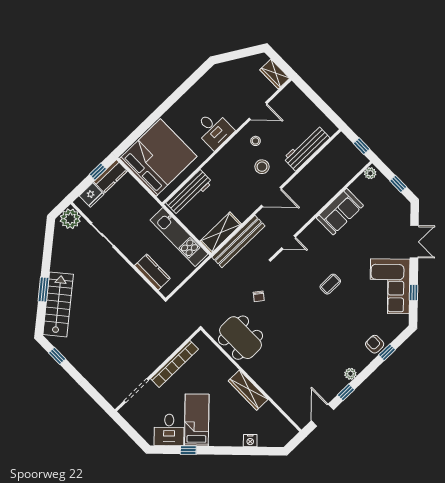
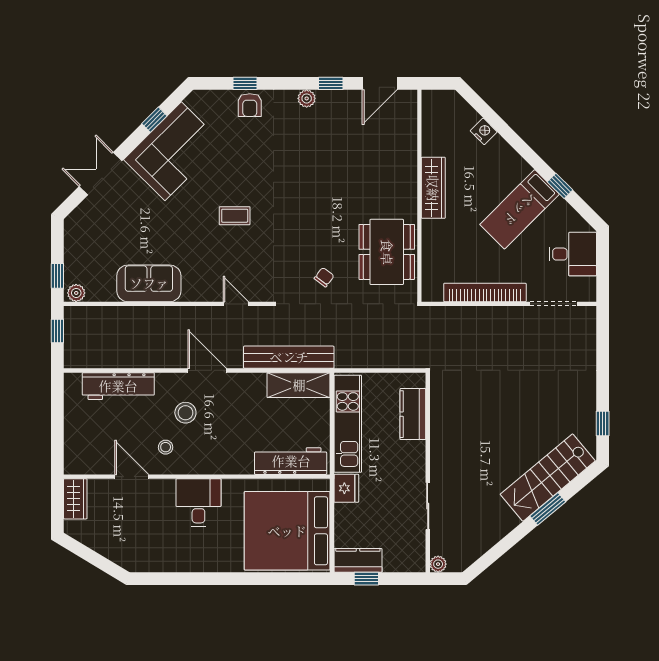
window: (398, 184) -> (57, 276), moved
fridge: (92, 195) -> (346, 488), moved, turned 90
plant: (70, 219) -> (438, 564), width x0.53, depth x0.53
desk: (169, 430) -> (573, 254), moved, turned 45

